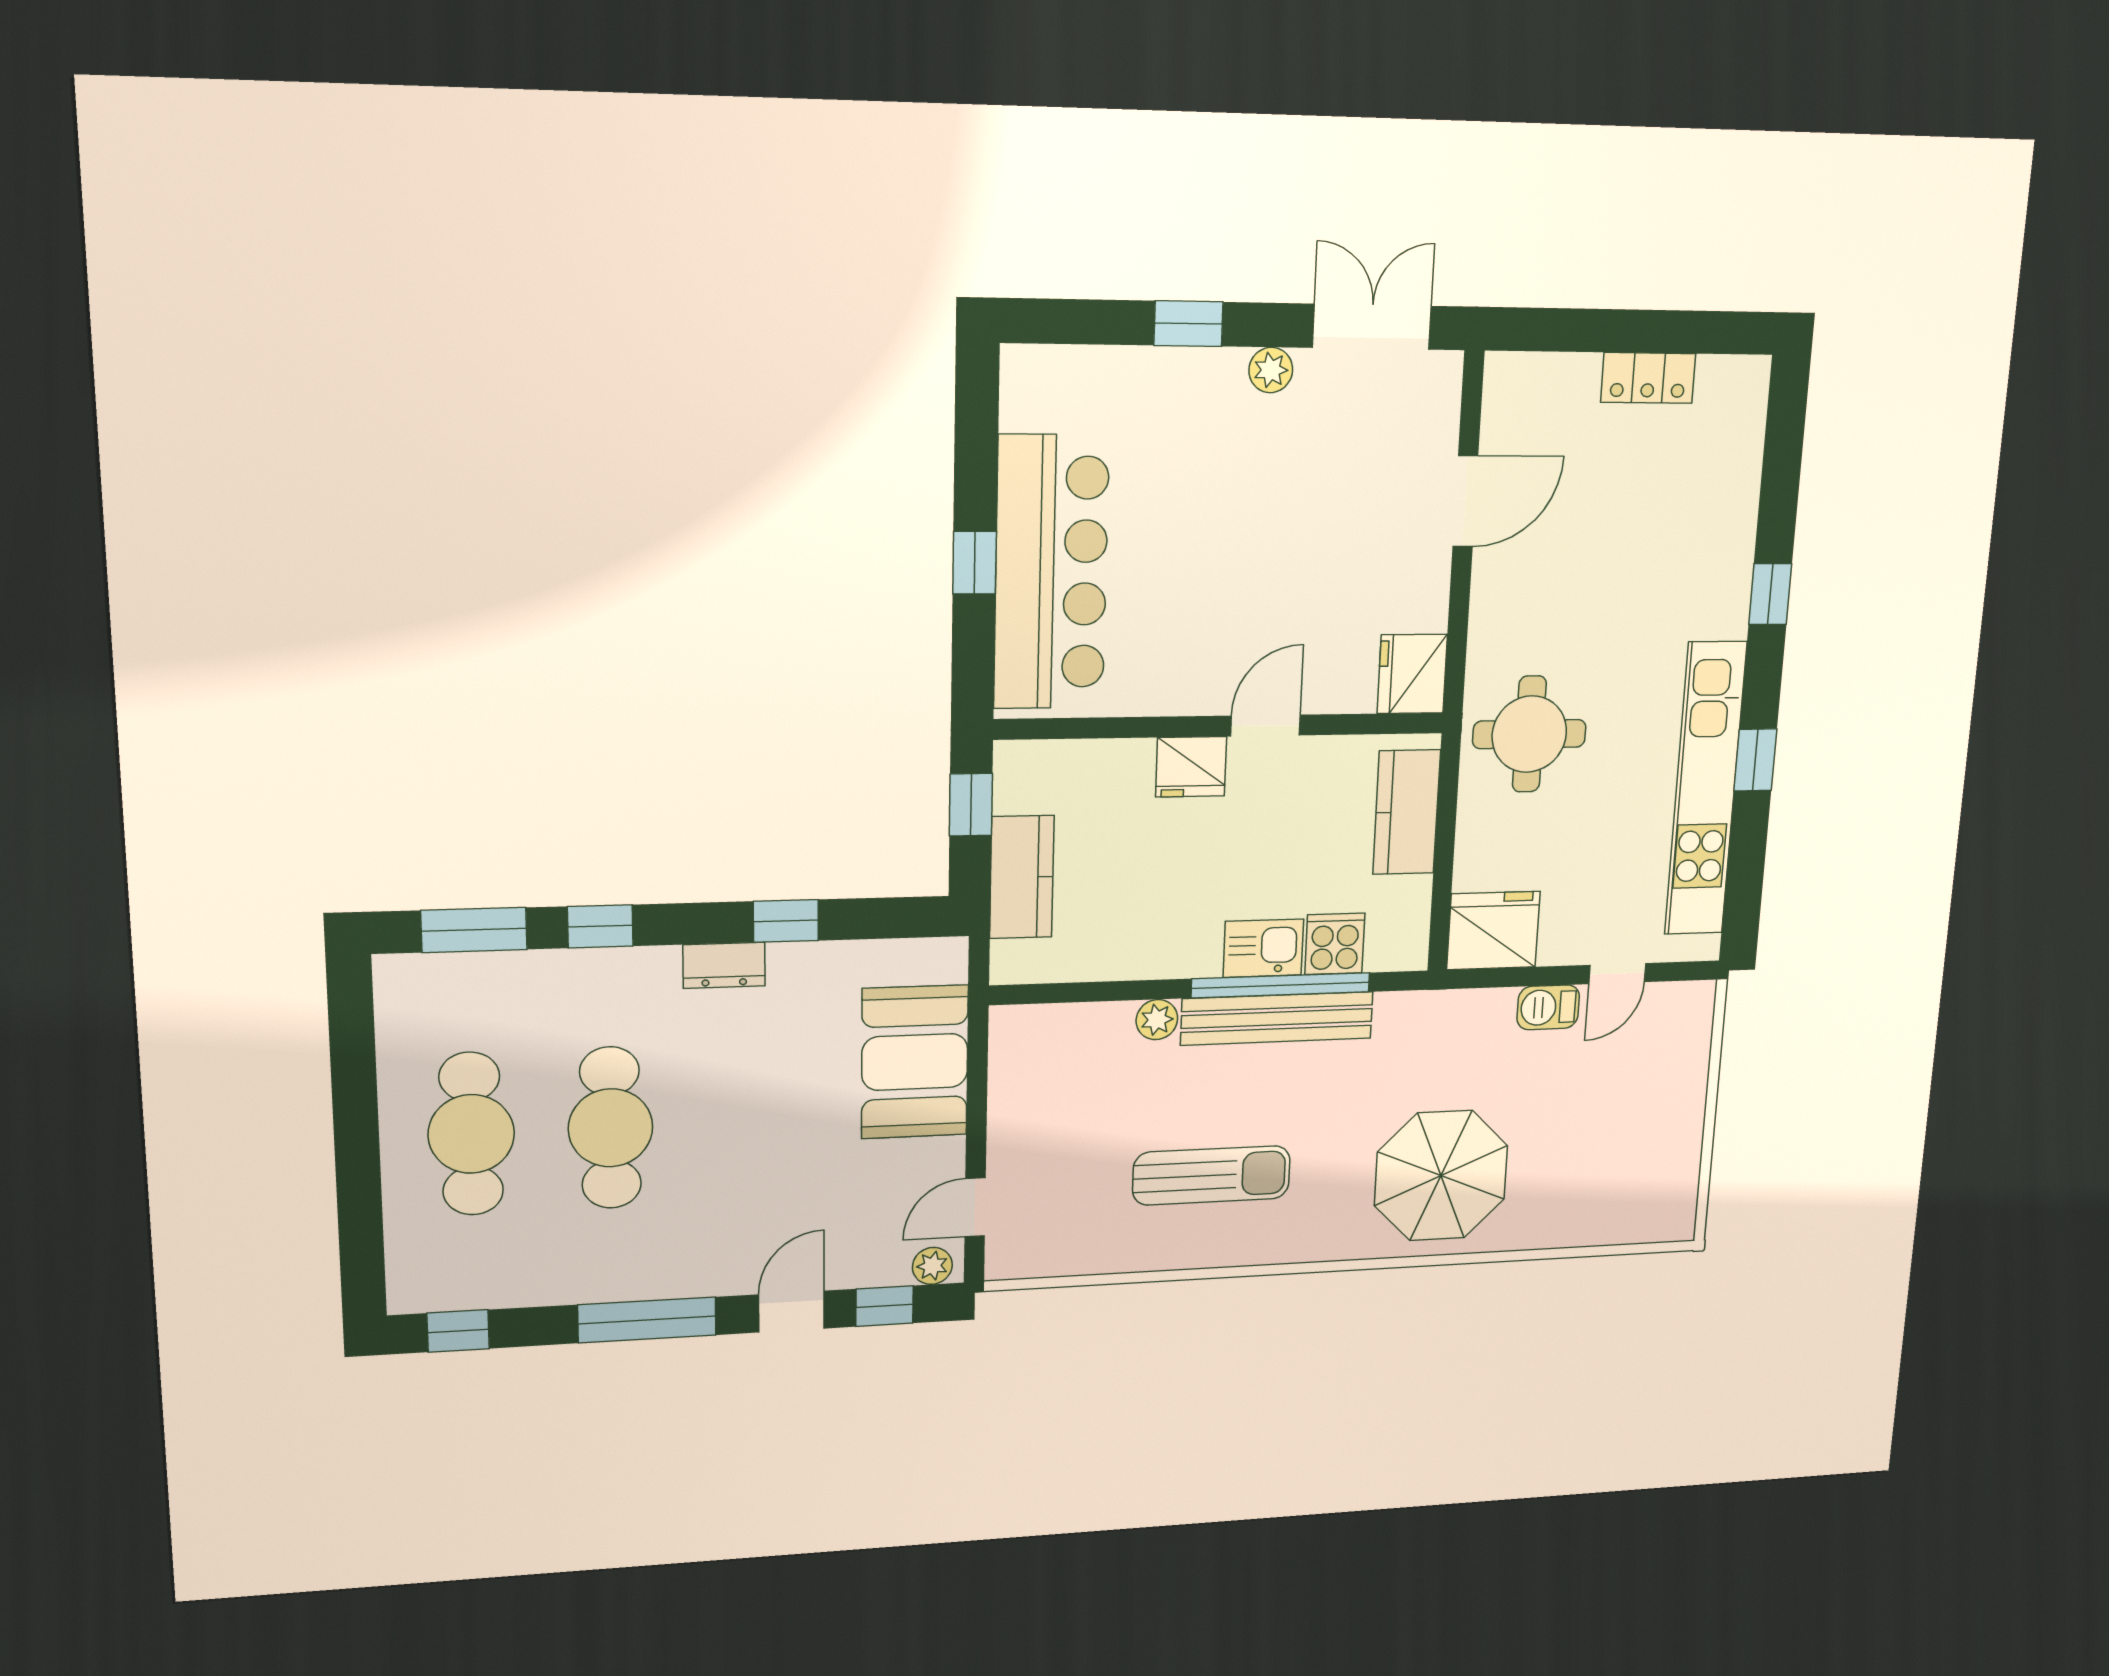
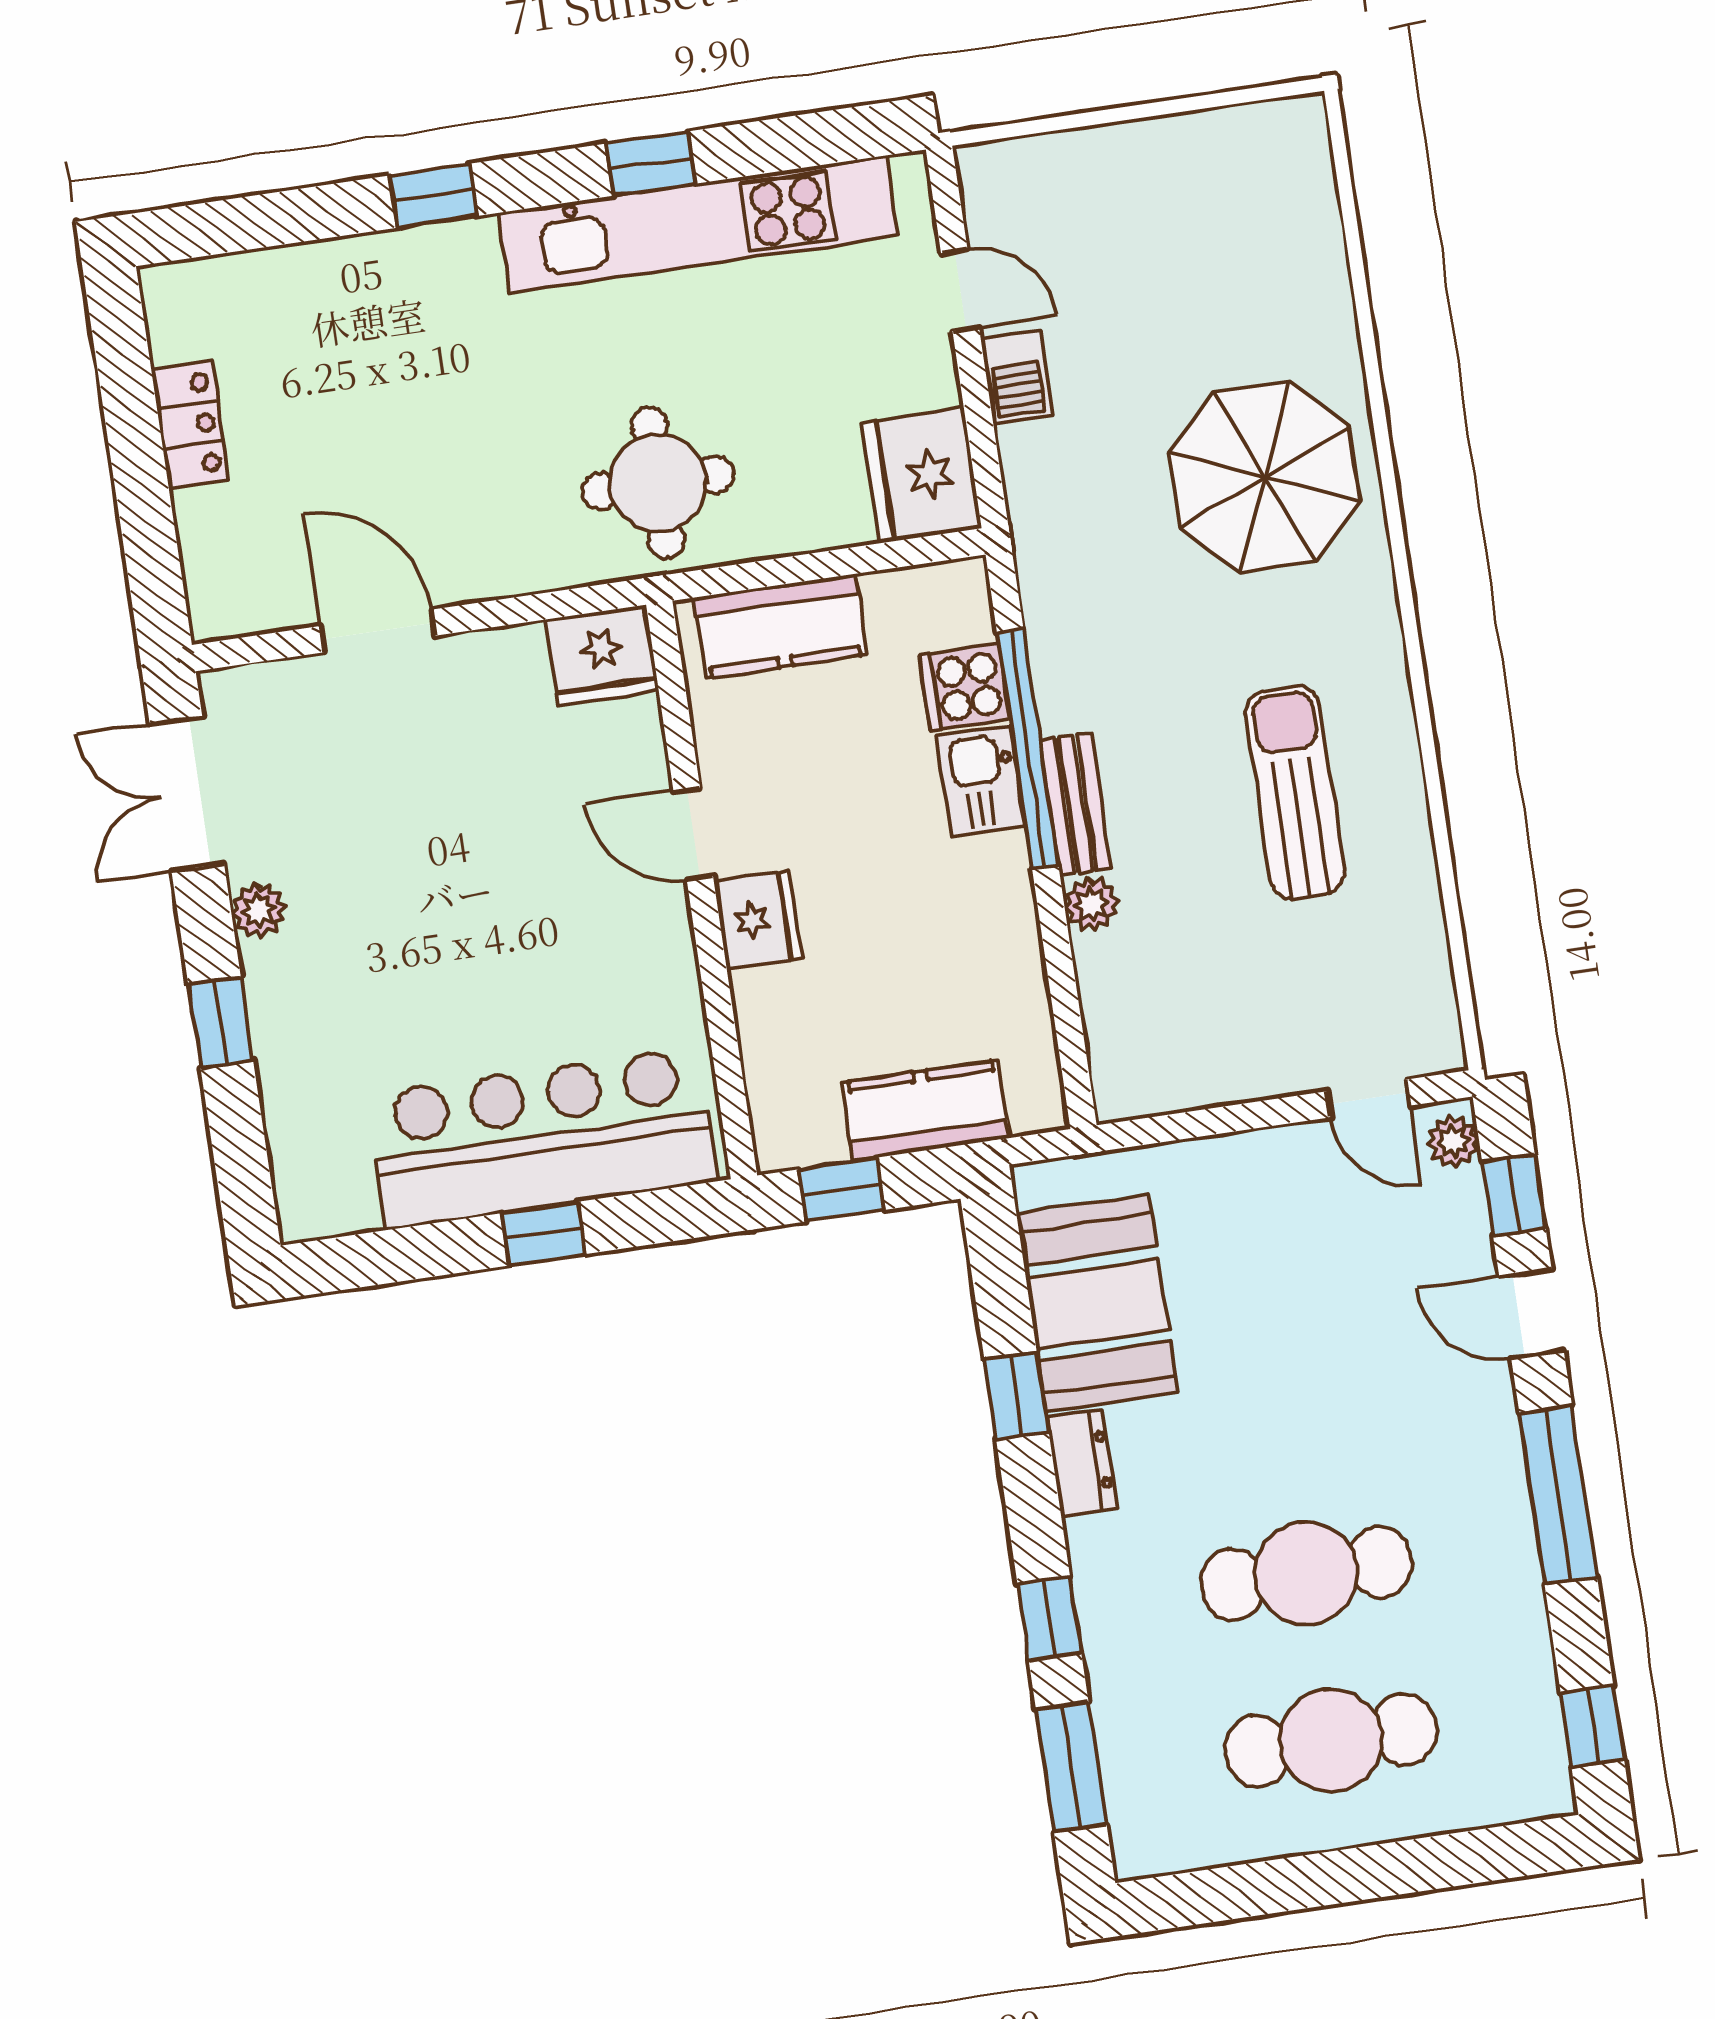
bench: (1277, 1019) -> (1076, 804), width x0.54, depth x0.82
booth: (915, 1062) -> (1097, 1304), moved, turned 90

